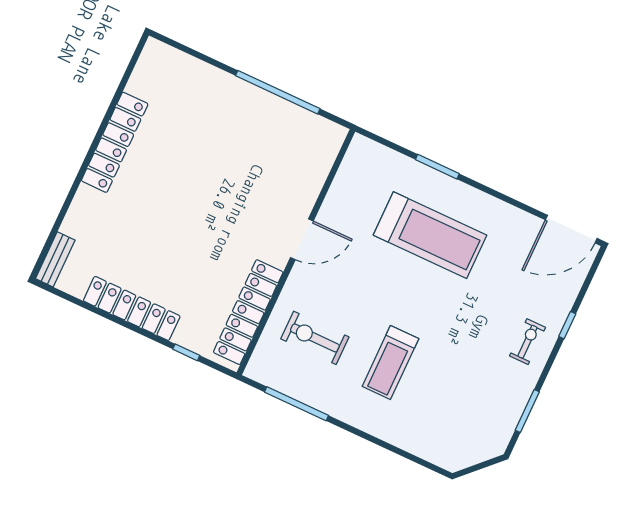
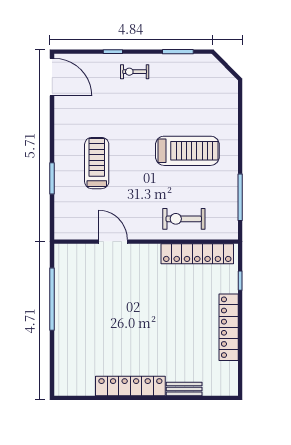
treadmill: (430, 235) -> (97, 163), width x0.73, depth x0.73
door: (302, 239) -> (113, 242), moved
bench: (55, 259) -> (184, 389), moved
exercise bike: (315, 338) -> (184, 219), moved, turned 90
treadmill: (390, 363) -> (187, 151), width x1.37, depth x1.37

